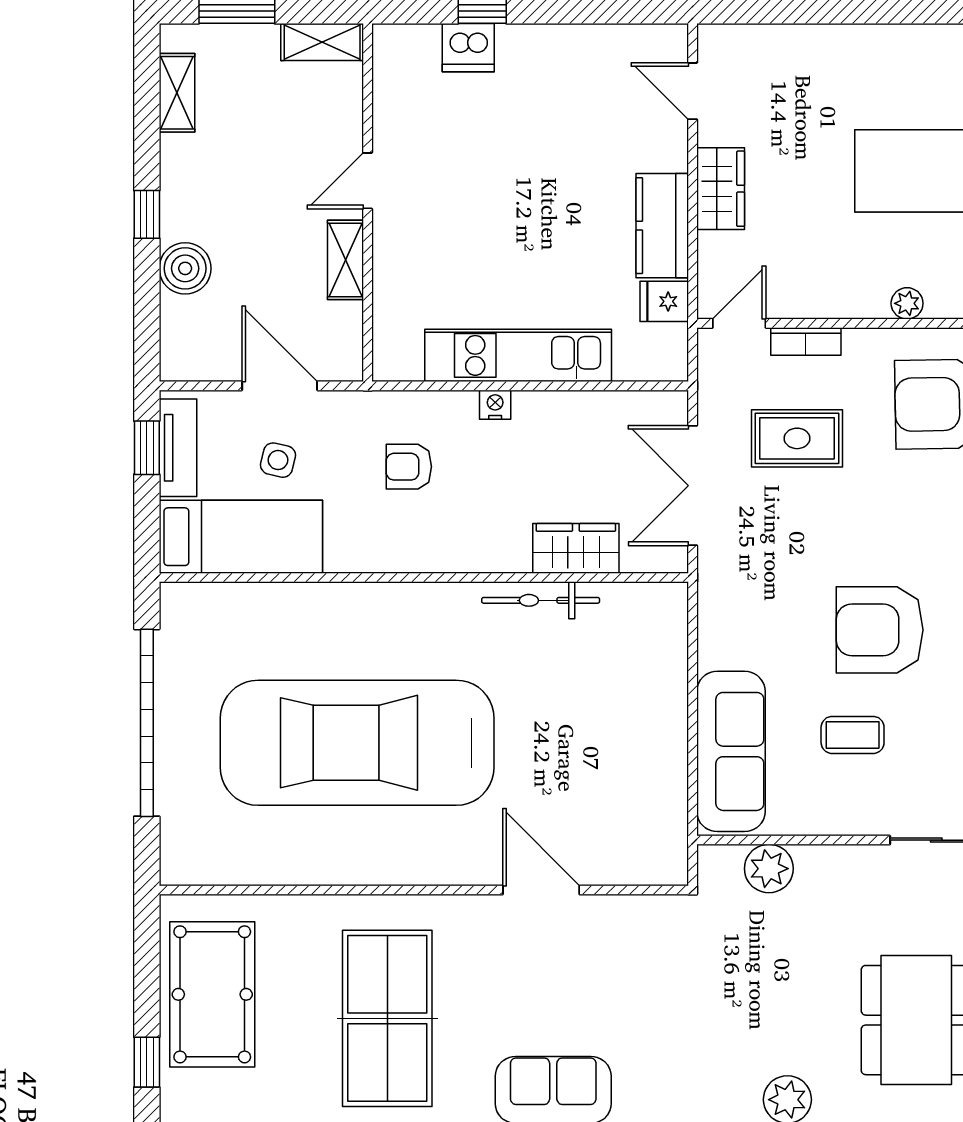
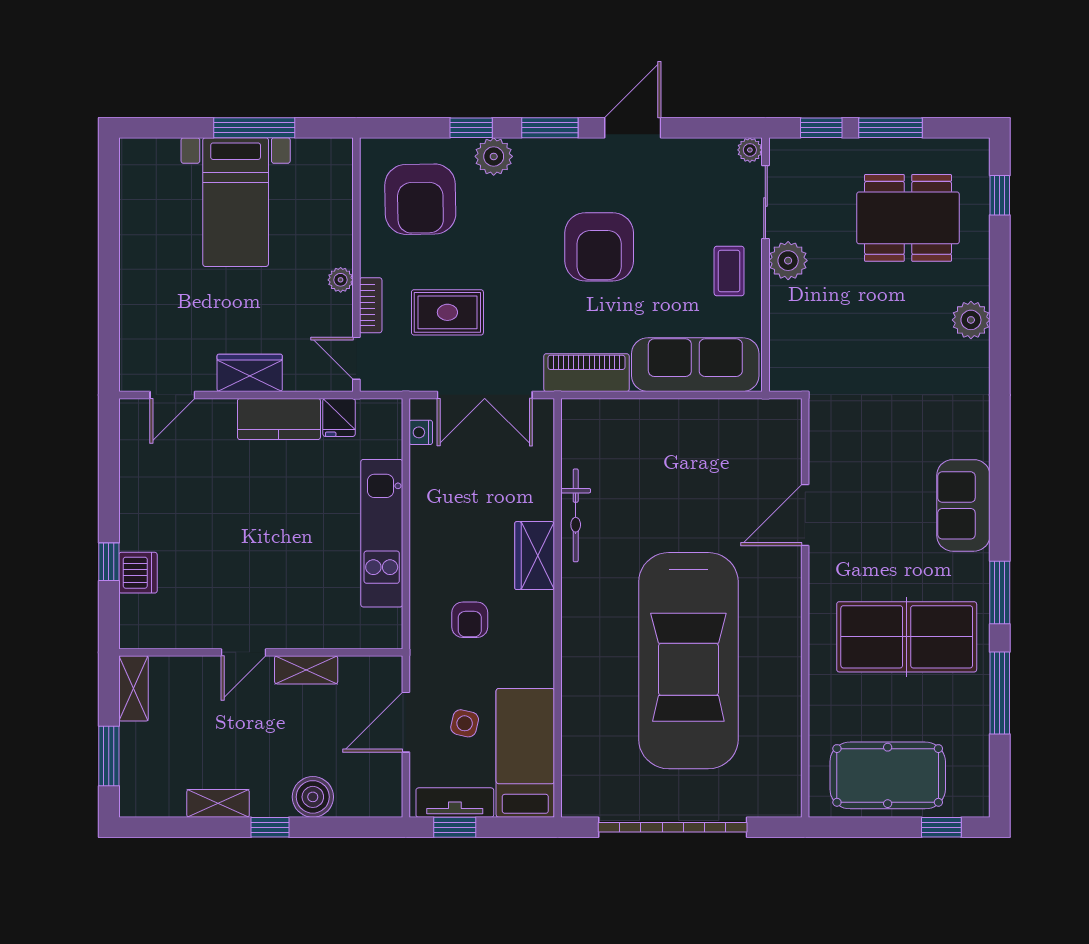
shelving: (177, 93) -> (218, 803), moved
door: (368, 181) -> (243, 652), hinge flipped
plant: (907, 303) -> (341, 280), moved
nightstand: (495, 405) -> (421, 432), moved
rug: (797, 438) -> (447, 312), turned 90
wardrobe: (576, 548) -> (535, 556), moved
piano: (721, 614) -> (586, 373), added
coffee table: (853, 735) -> (729, 271), moved
plant: (769, 869) -> (788, 261), moved

